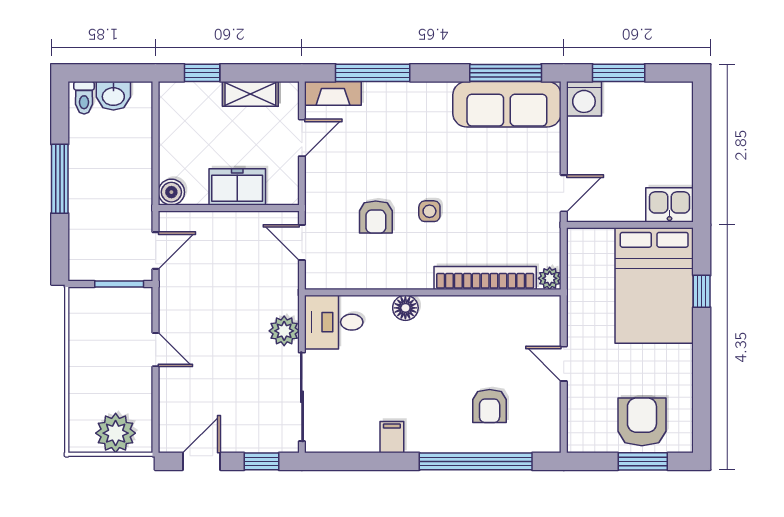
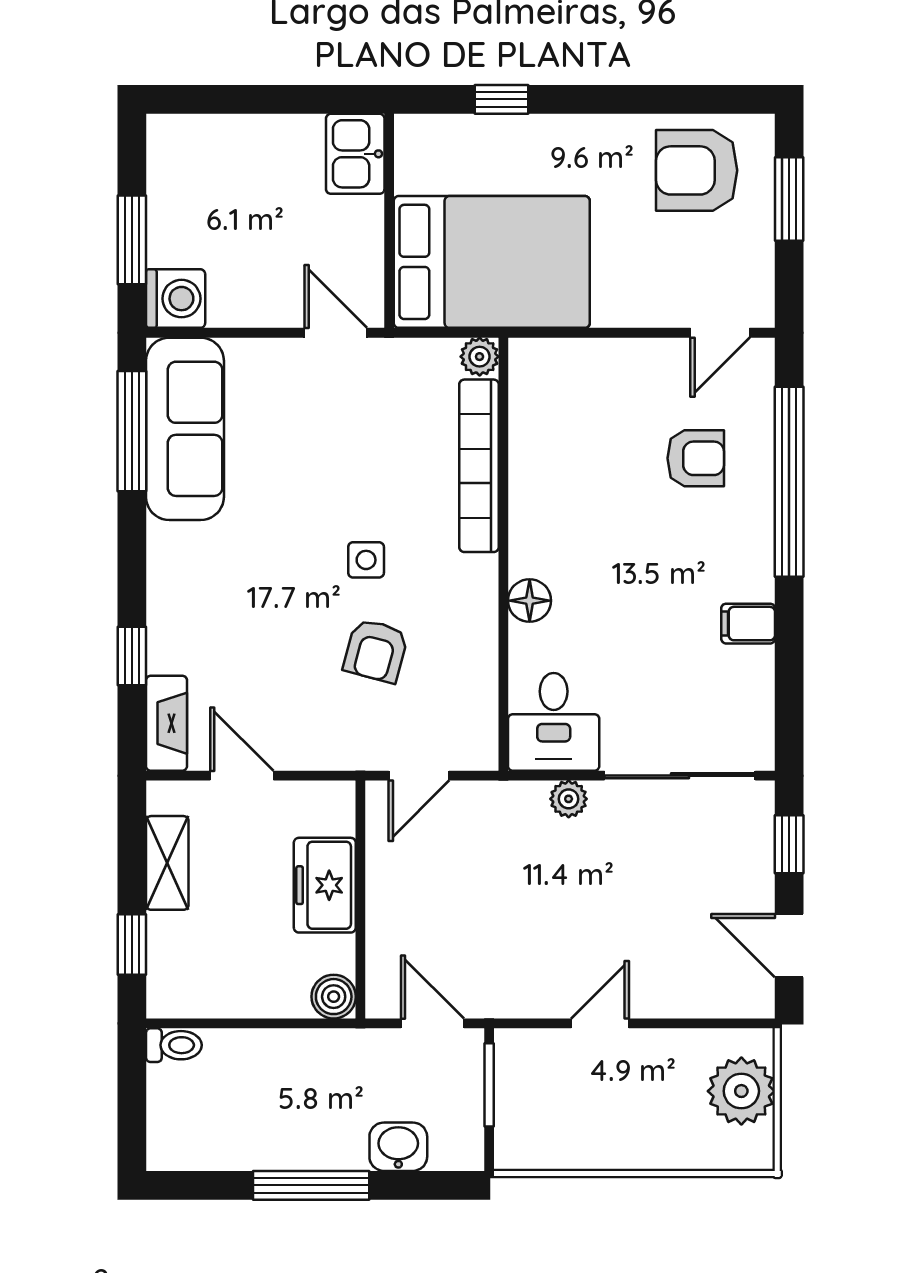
window: (373, 73) -> (132, 656), width x0.46
washbasin: (113, 96) -> (398, 1147), moved, turned -90
toilet: (84, 98) -> (174, 1045), moved
armchair: (376, 217) -> (376, 651), turned 105
bed: (654, 286) -> (492, 262), moved
plant: (284, 331) -> (569, 799), width x0.73, depth x0.73
door: (564, 364) -> (720, 333), moved
armchair: (642, 422) -> (697, 170), moved

